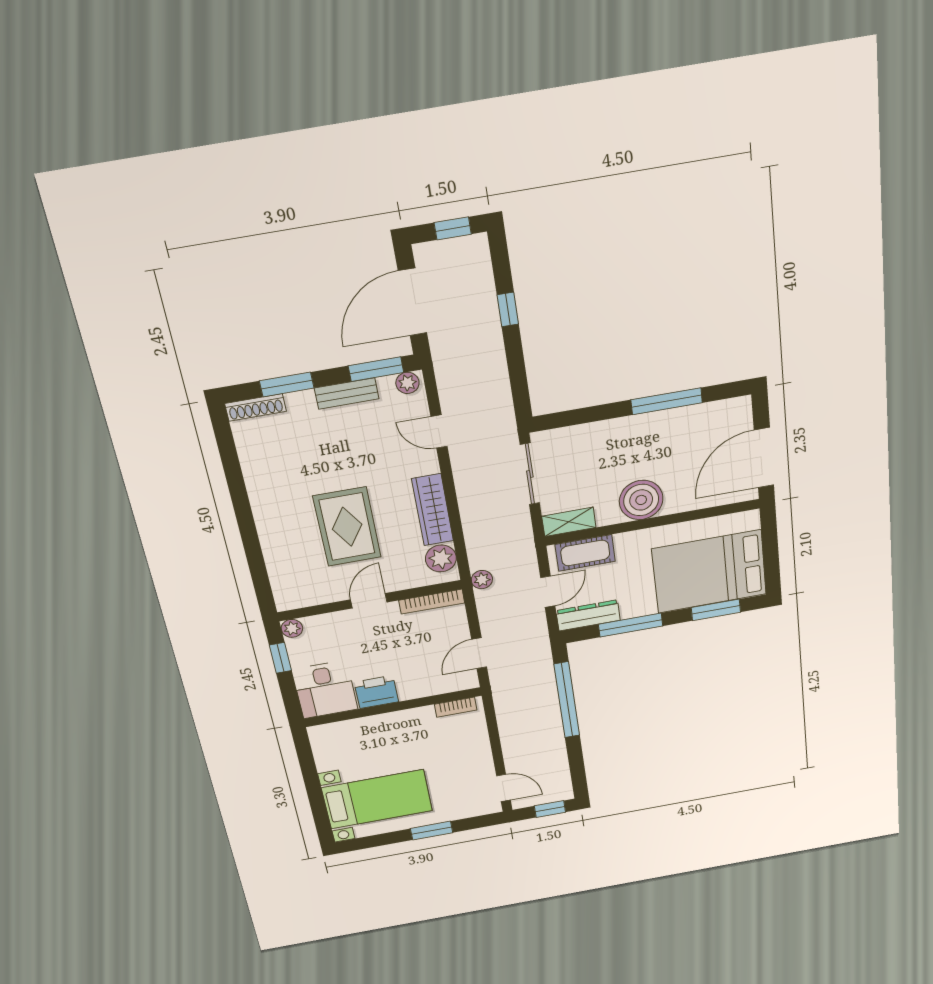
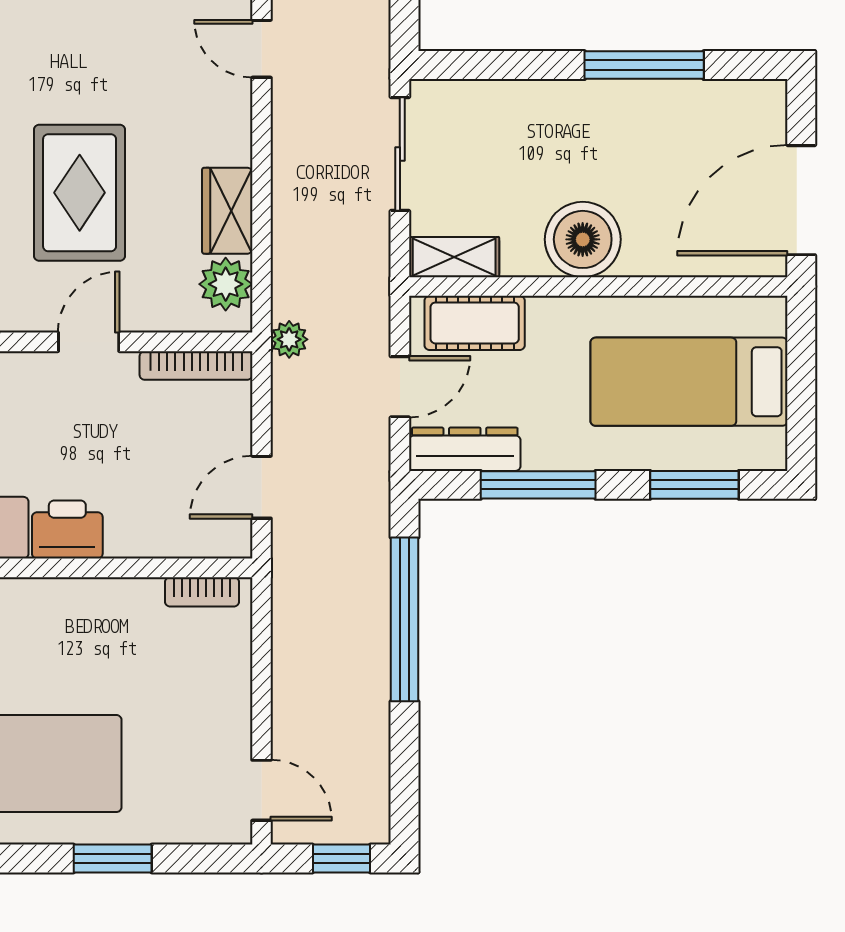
wardrobe: (433, 510) -> (227, 211), width x0.67
bed: (709, 572) -> (689, 382), width x0.67

